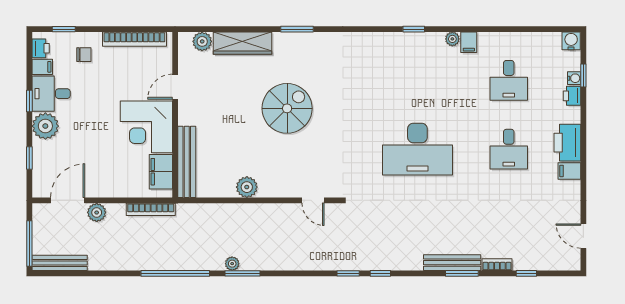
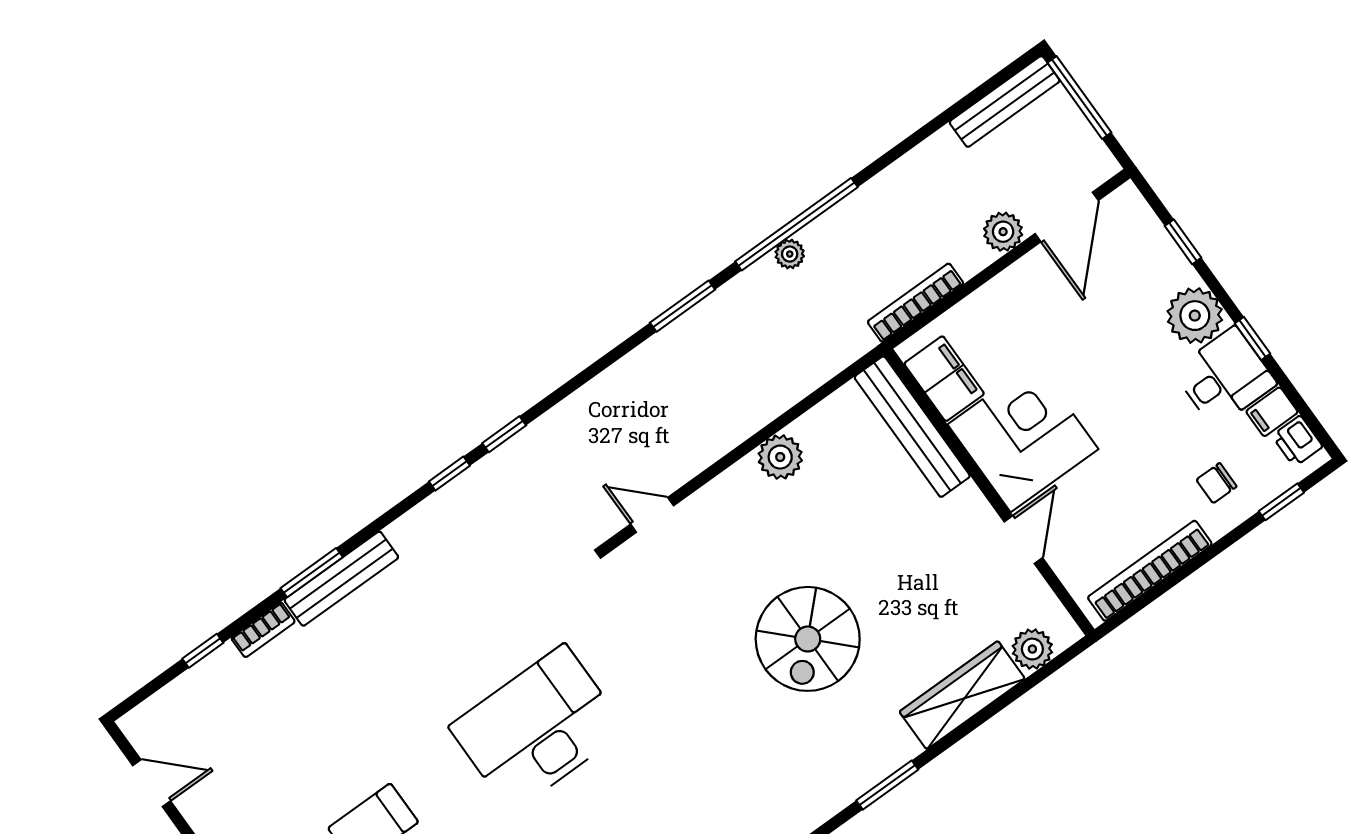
plant: (232, 264) -> (790, 254), moved

